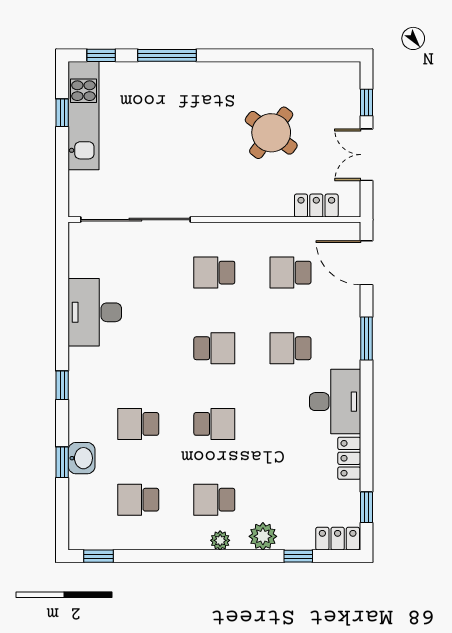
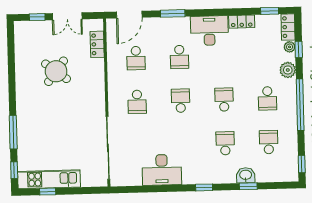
school desk: (138, 424) -> (225, 143), turned 180
school desk: (138, 500) -> (269, 142), turned 180
plant: (220, 540) -> (290, 47), moved
window: (202, 556) -> (300, 105), added

